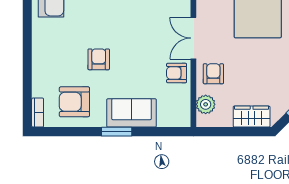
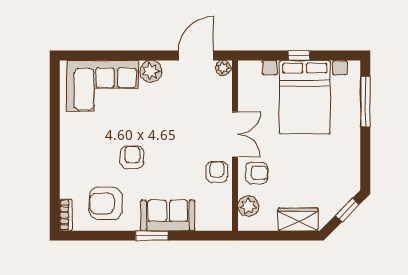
double door: (193, 38) -> (235, 134), swing flipped
armchair: (177, 73) -> (217, 172), turned 90
armchair: (213, 74) -> (257, 173), turned 90

